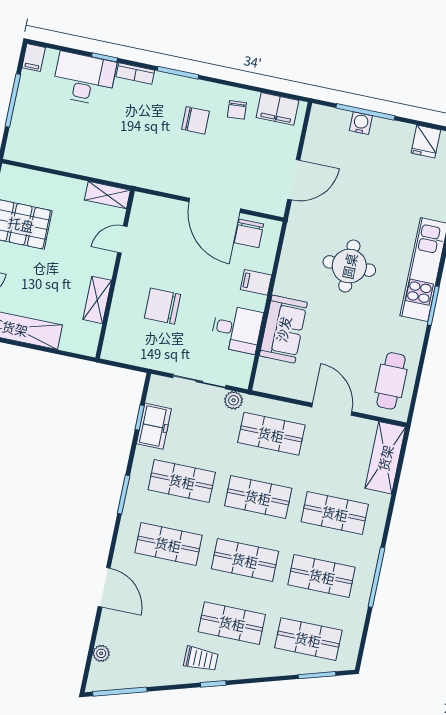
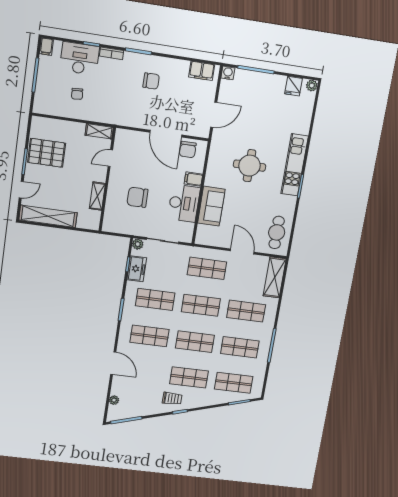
chair: (237, 110) -> (77, 94), moved
water cooler: (361, 123) -> (228, 73), moved
desk: (237, 329) -> (184, 203), width x1.37
plant: (234, 400) -> (138, 244), moved

